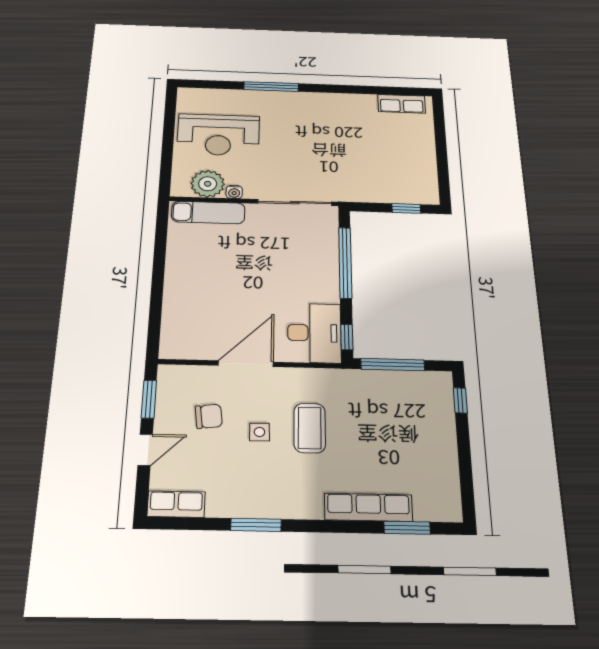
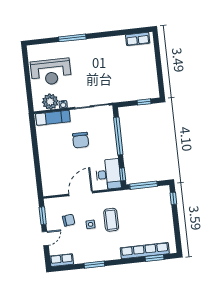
chair: (261, 260) -> (81, 140), added
row of seats: (368, 507) -> (145, 251), width x1.36

